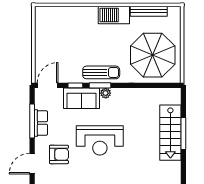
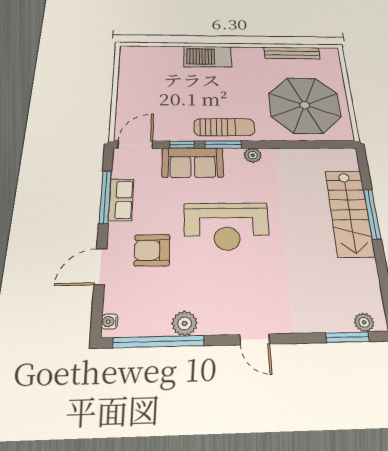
barbecue: (114, 15) -> (208, 57), moved
plant: (106, 93) -> (253, 155), moved
armchair: (59, 154) -> (152, 250), turned 180

